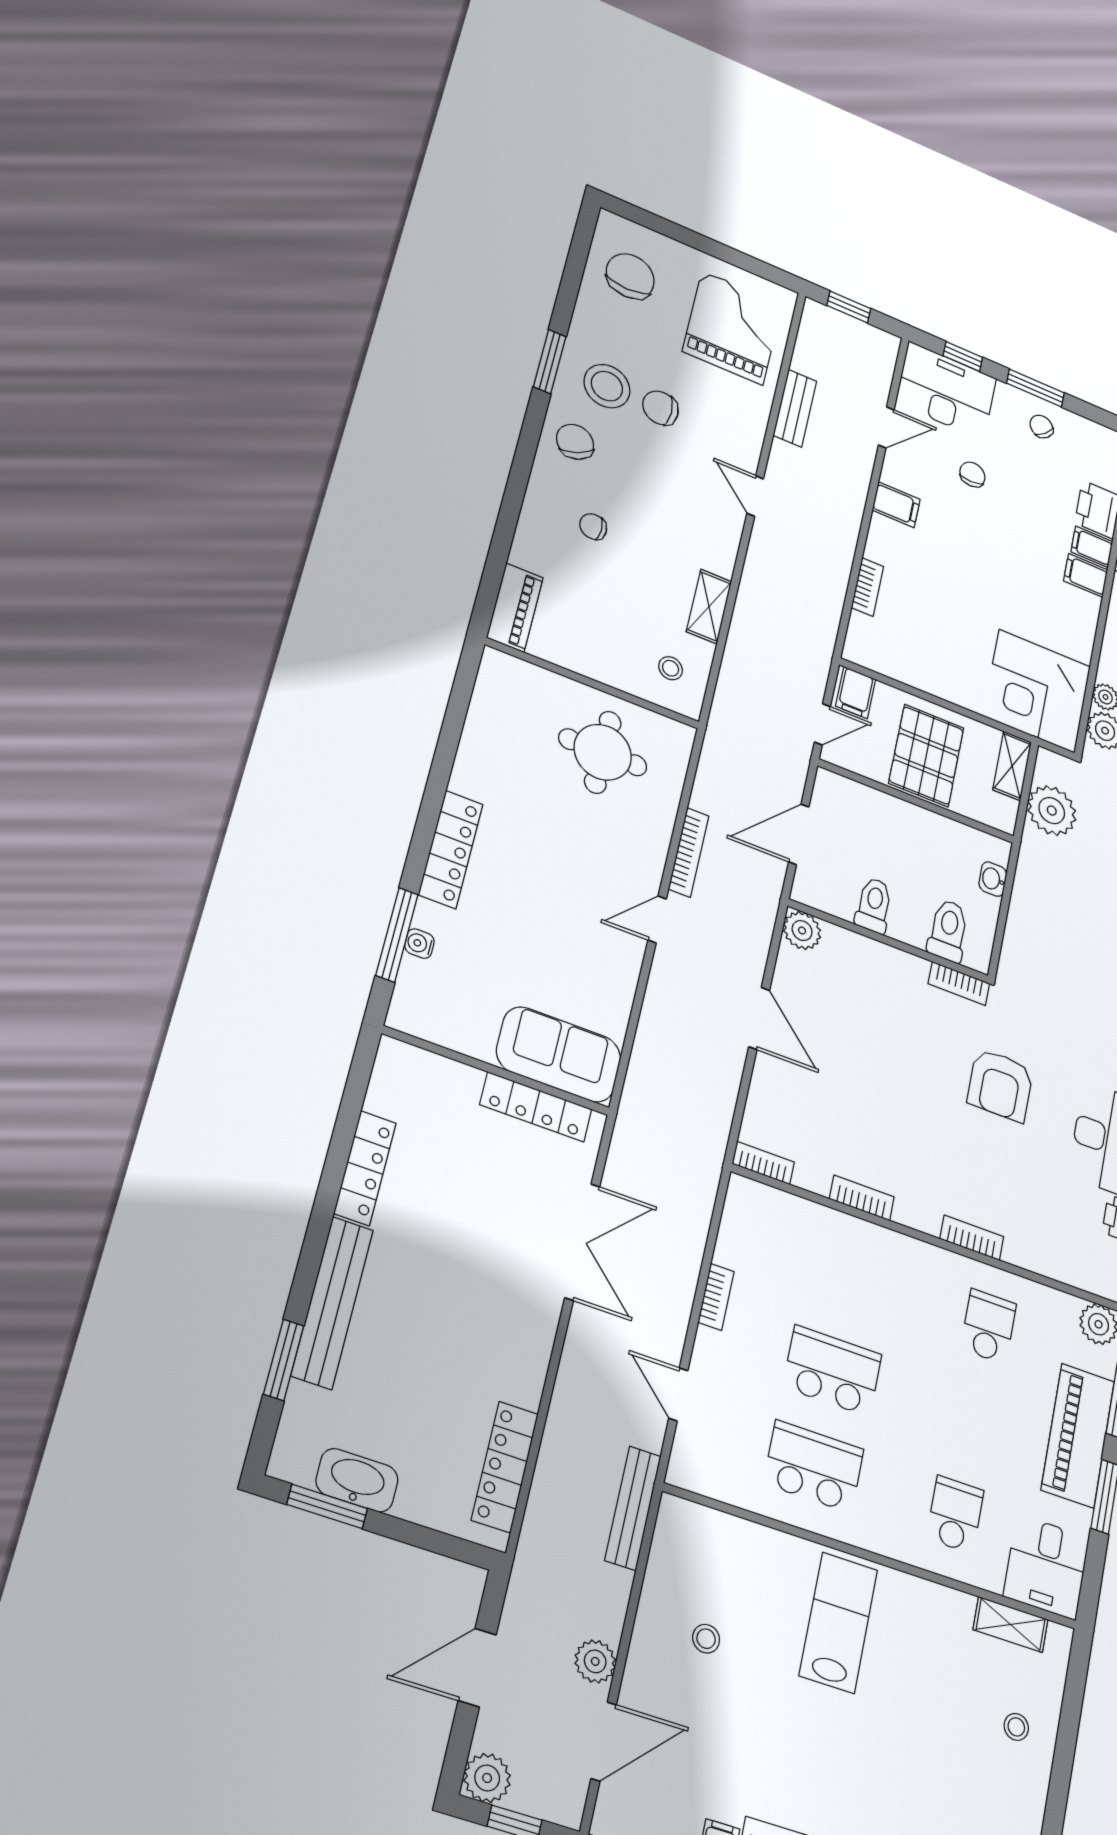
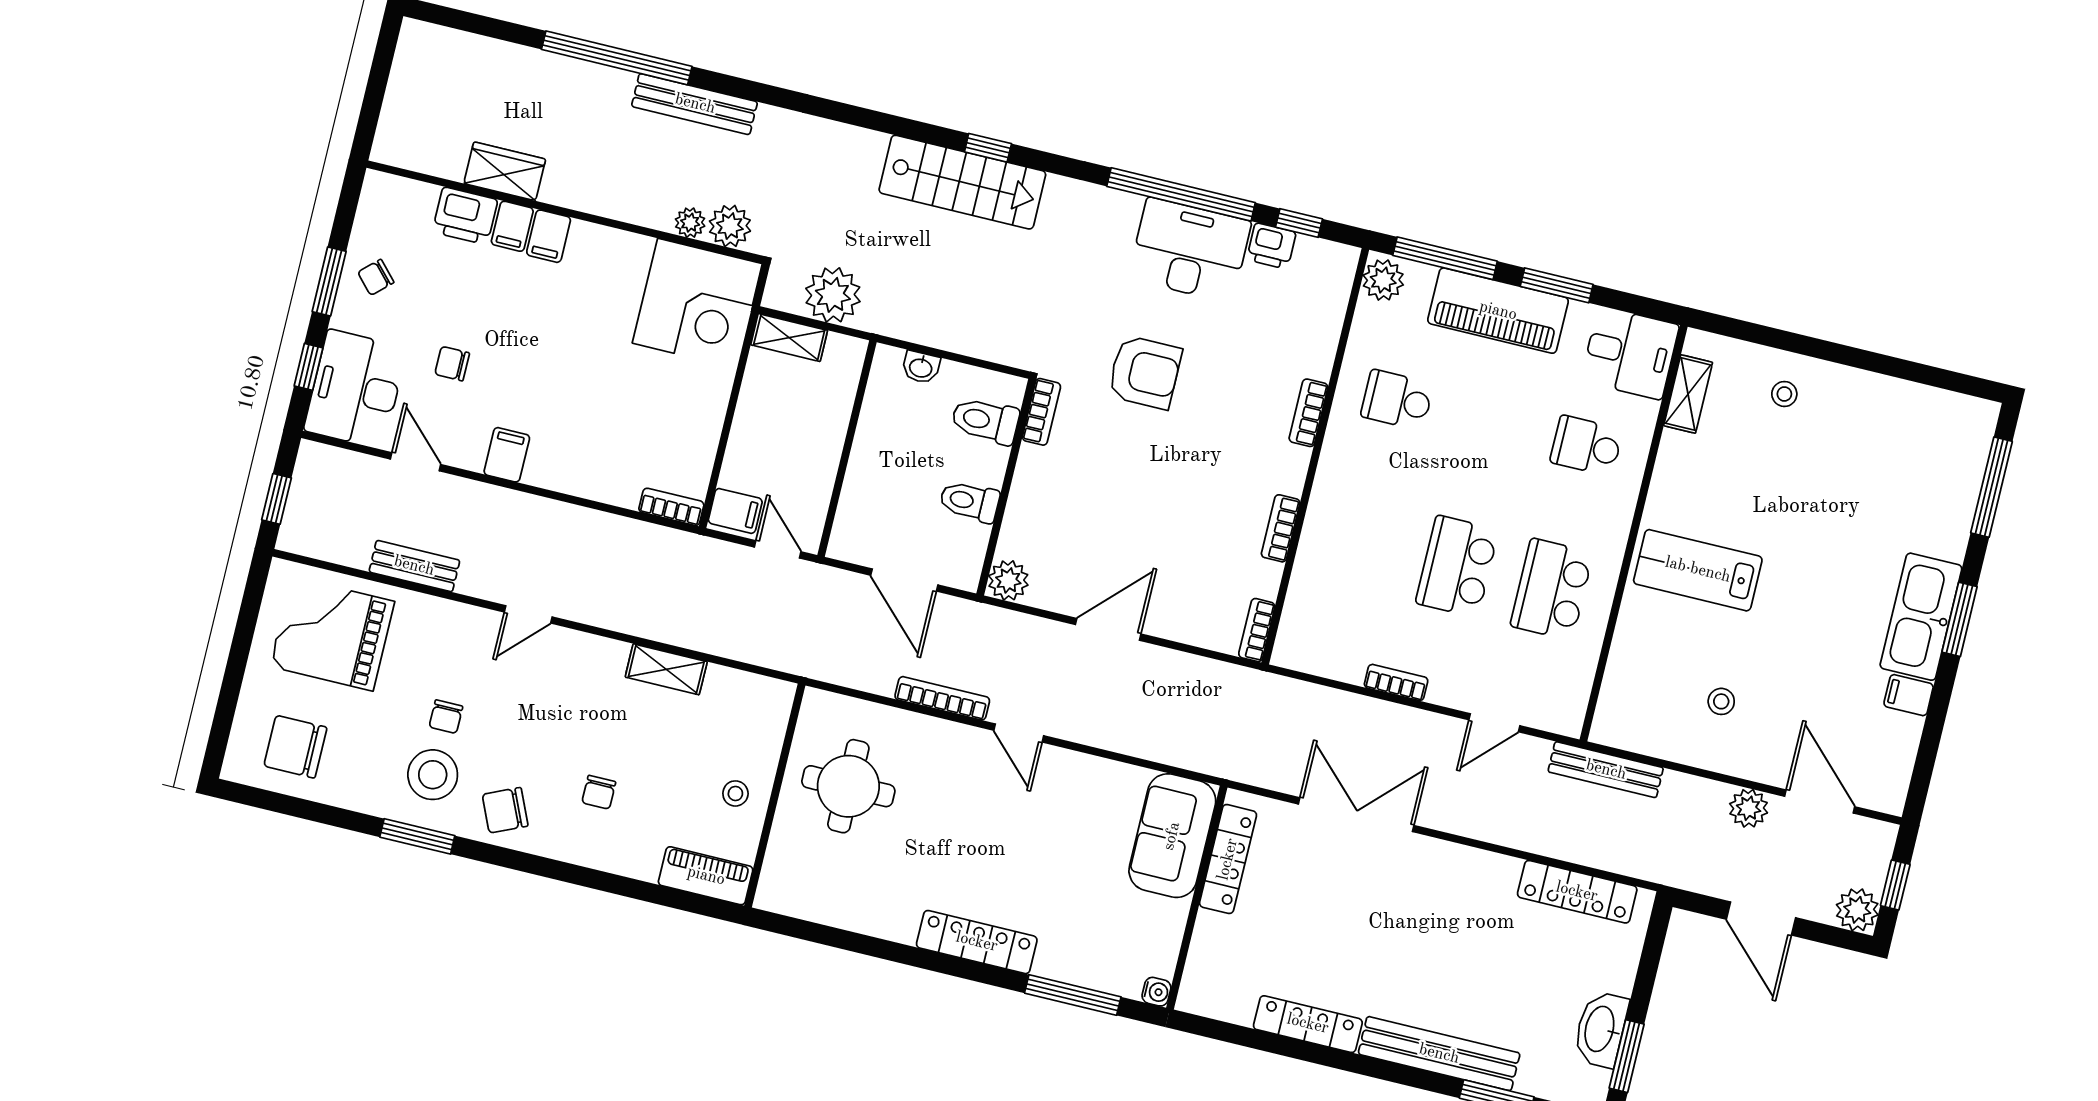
chair: (660, 408) -> (446, 717), width x0.73, depth x0.73
bookcase: (867, 587) -> (671, 507), moved
stool: (671, 668) -> (735, 793), moved
pallet: (926, 755) -> (793, 435), removed
water cooler: (419, 944) -> (1156, 992), moved, turned -90

